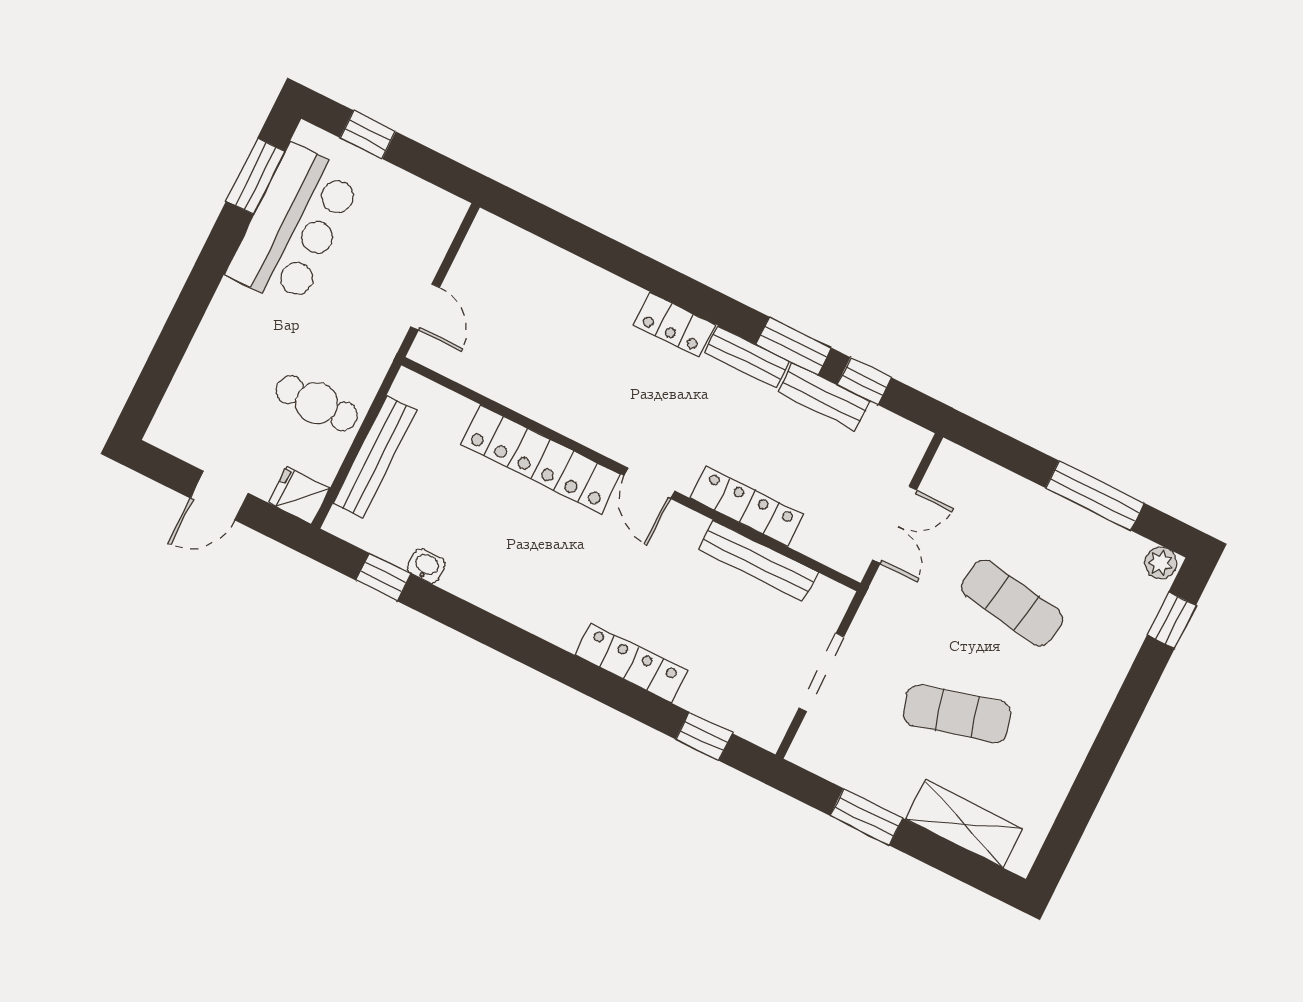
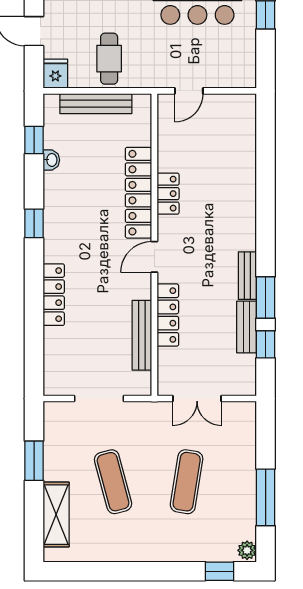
locker: (674, 325) -> (168, 194), moved, turned 180
window: (704, 736) -> (34, 223), moved

